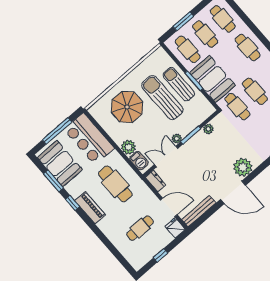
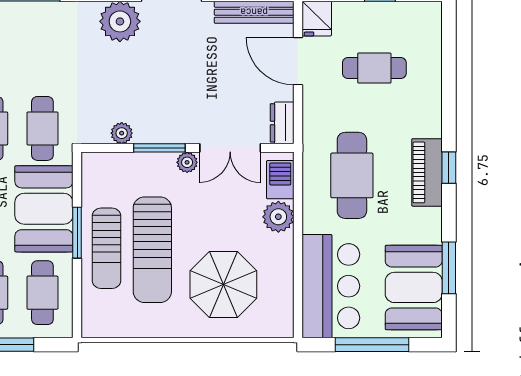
window: (73, 203) -> (449, 168), moved

